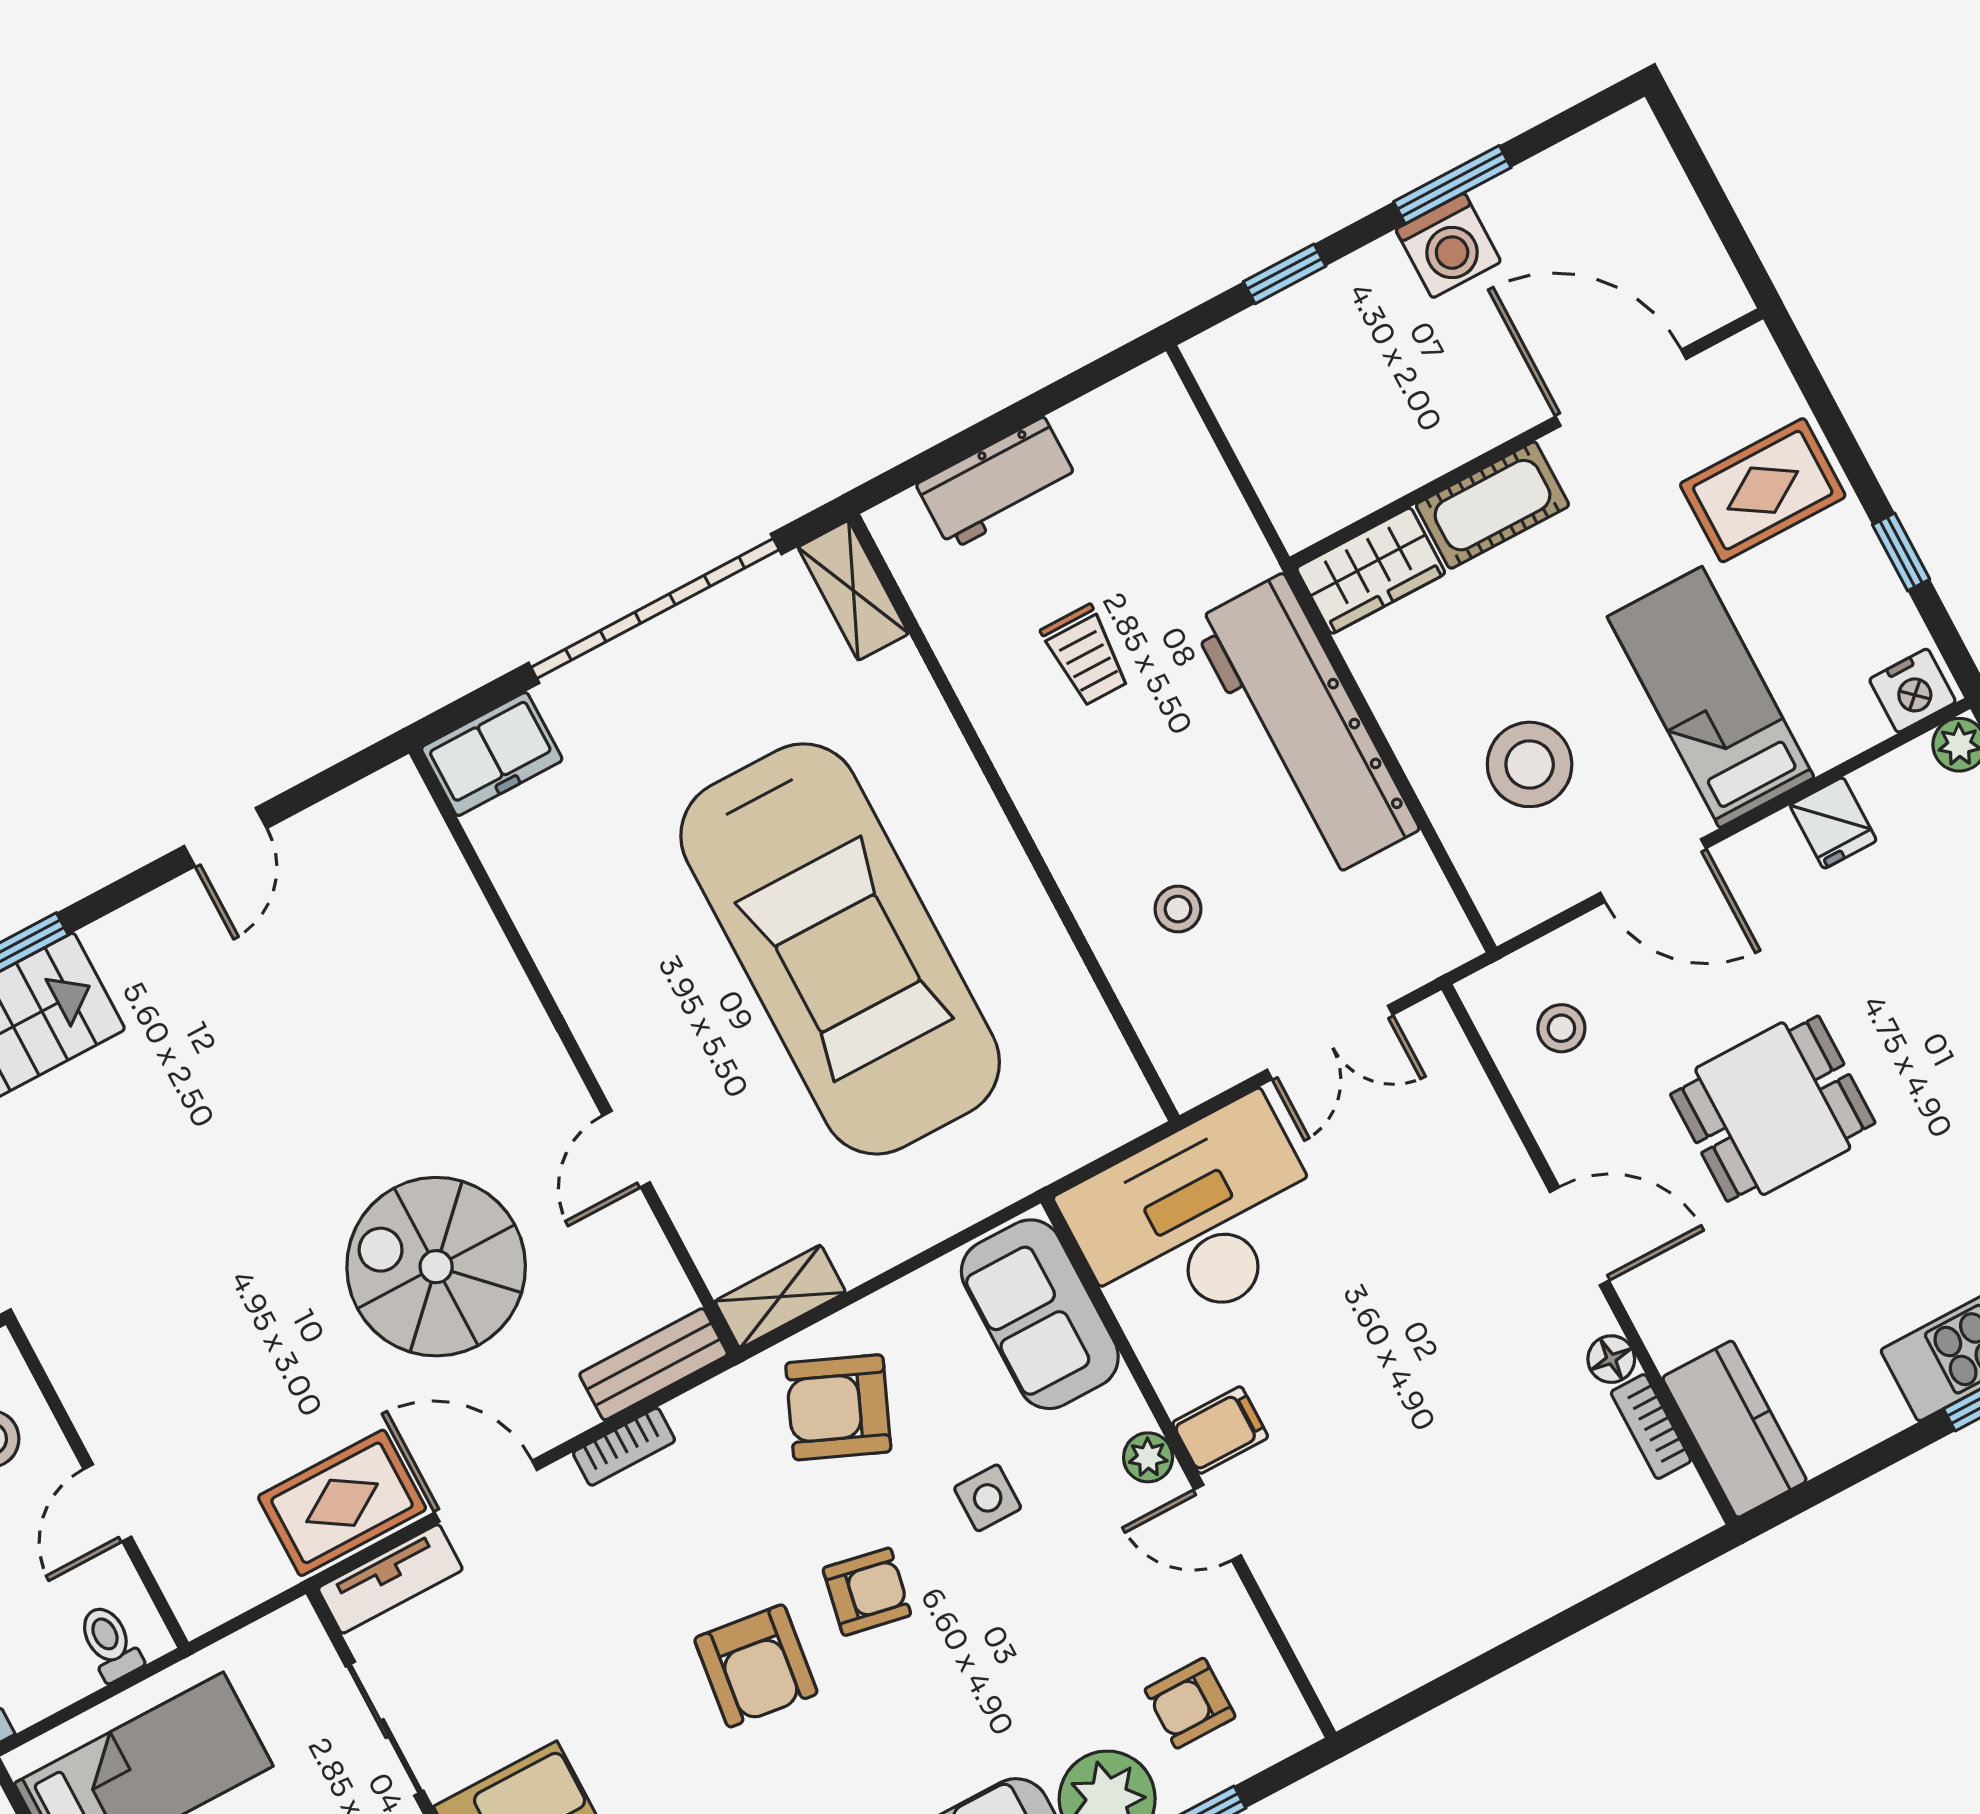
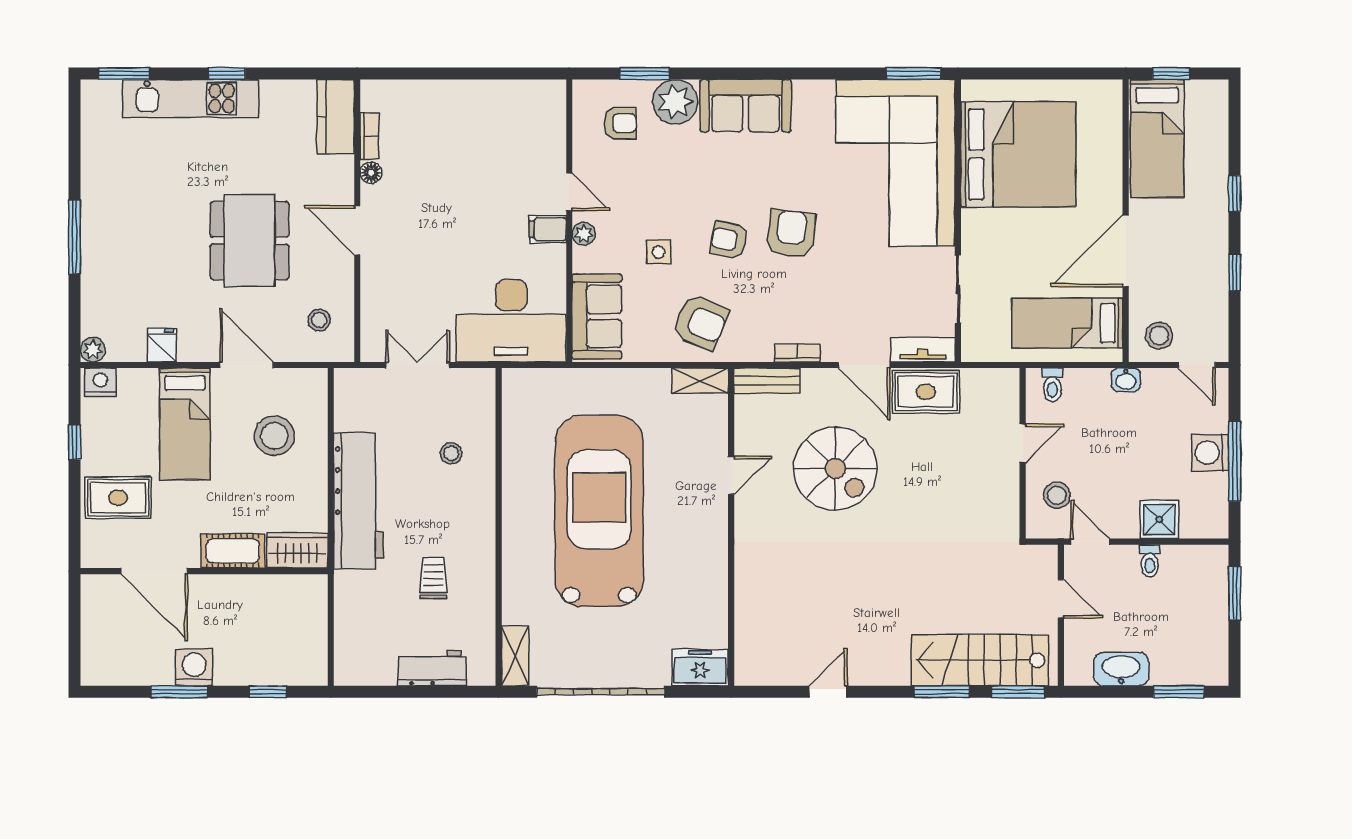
dining table: (1773, 1109) -> (250, 241), width x1.38

